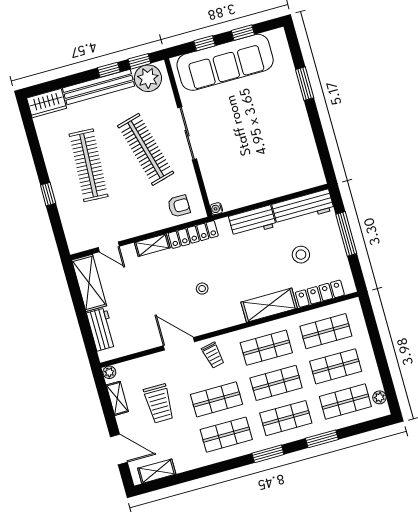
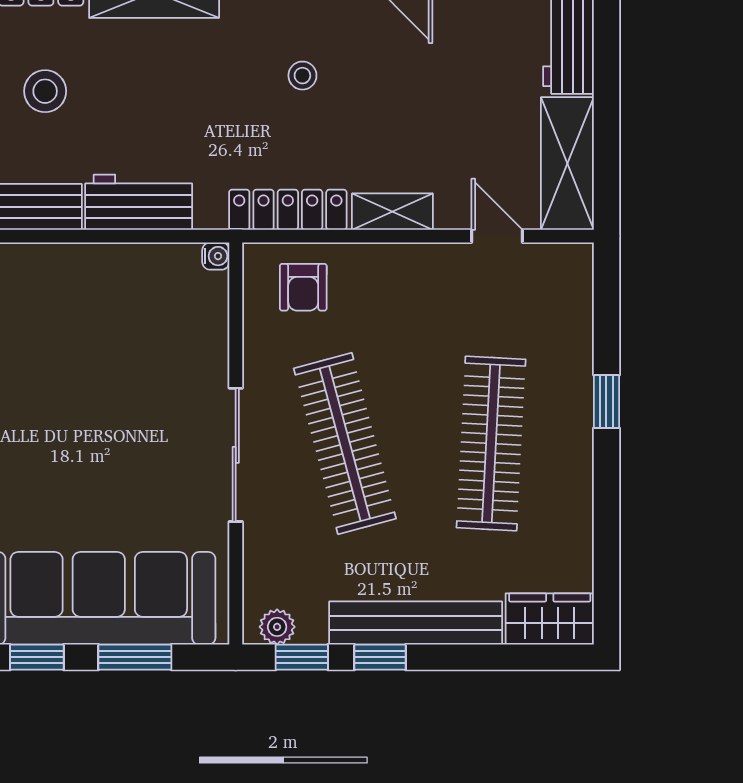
window: (205, 43) -> (135, 657), width x1.50
plant: (148, 78) -> (277, 627), width x0.53, depth x0.53
armchair: (179, 206) -> (303, 287), turned -90

